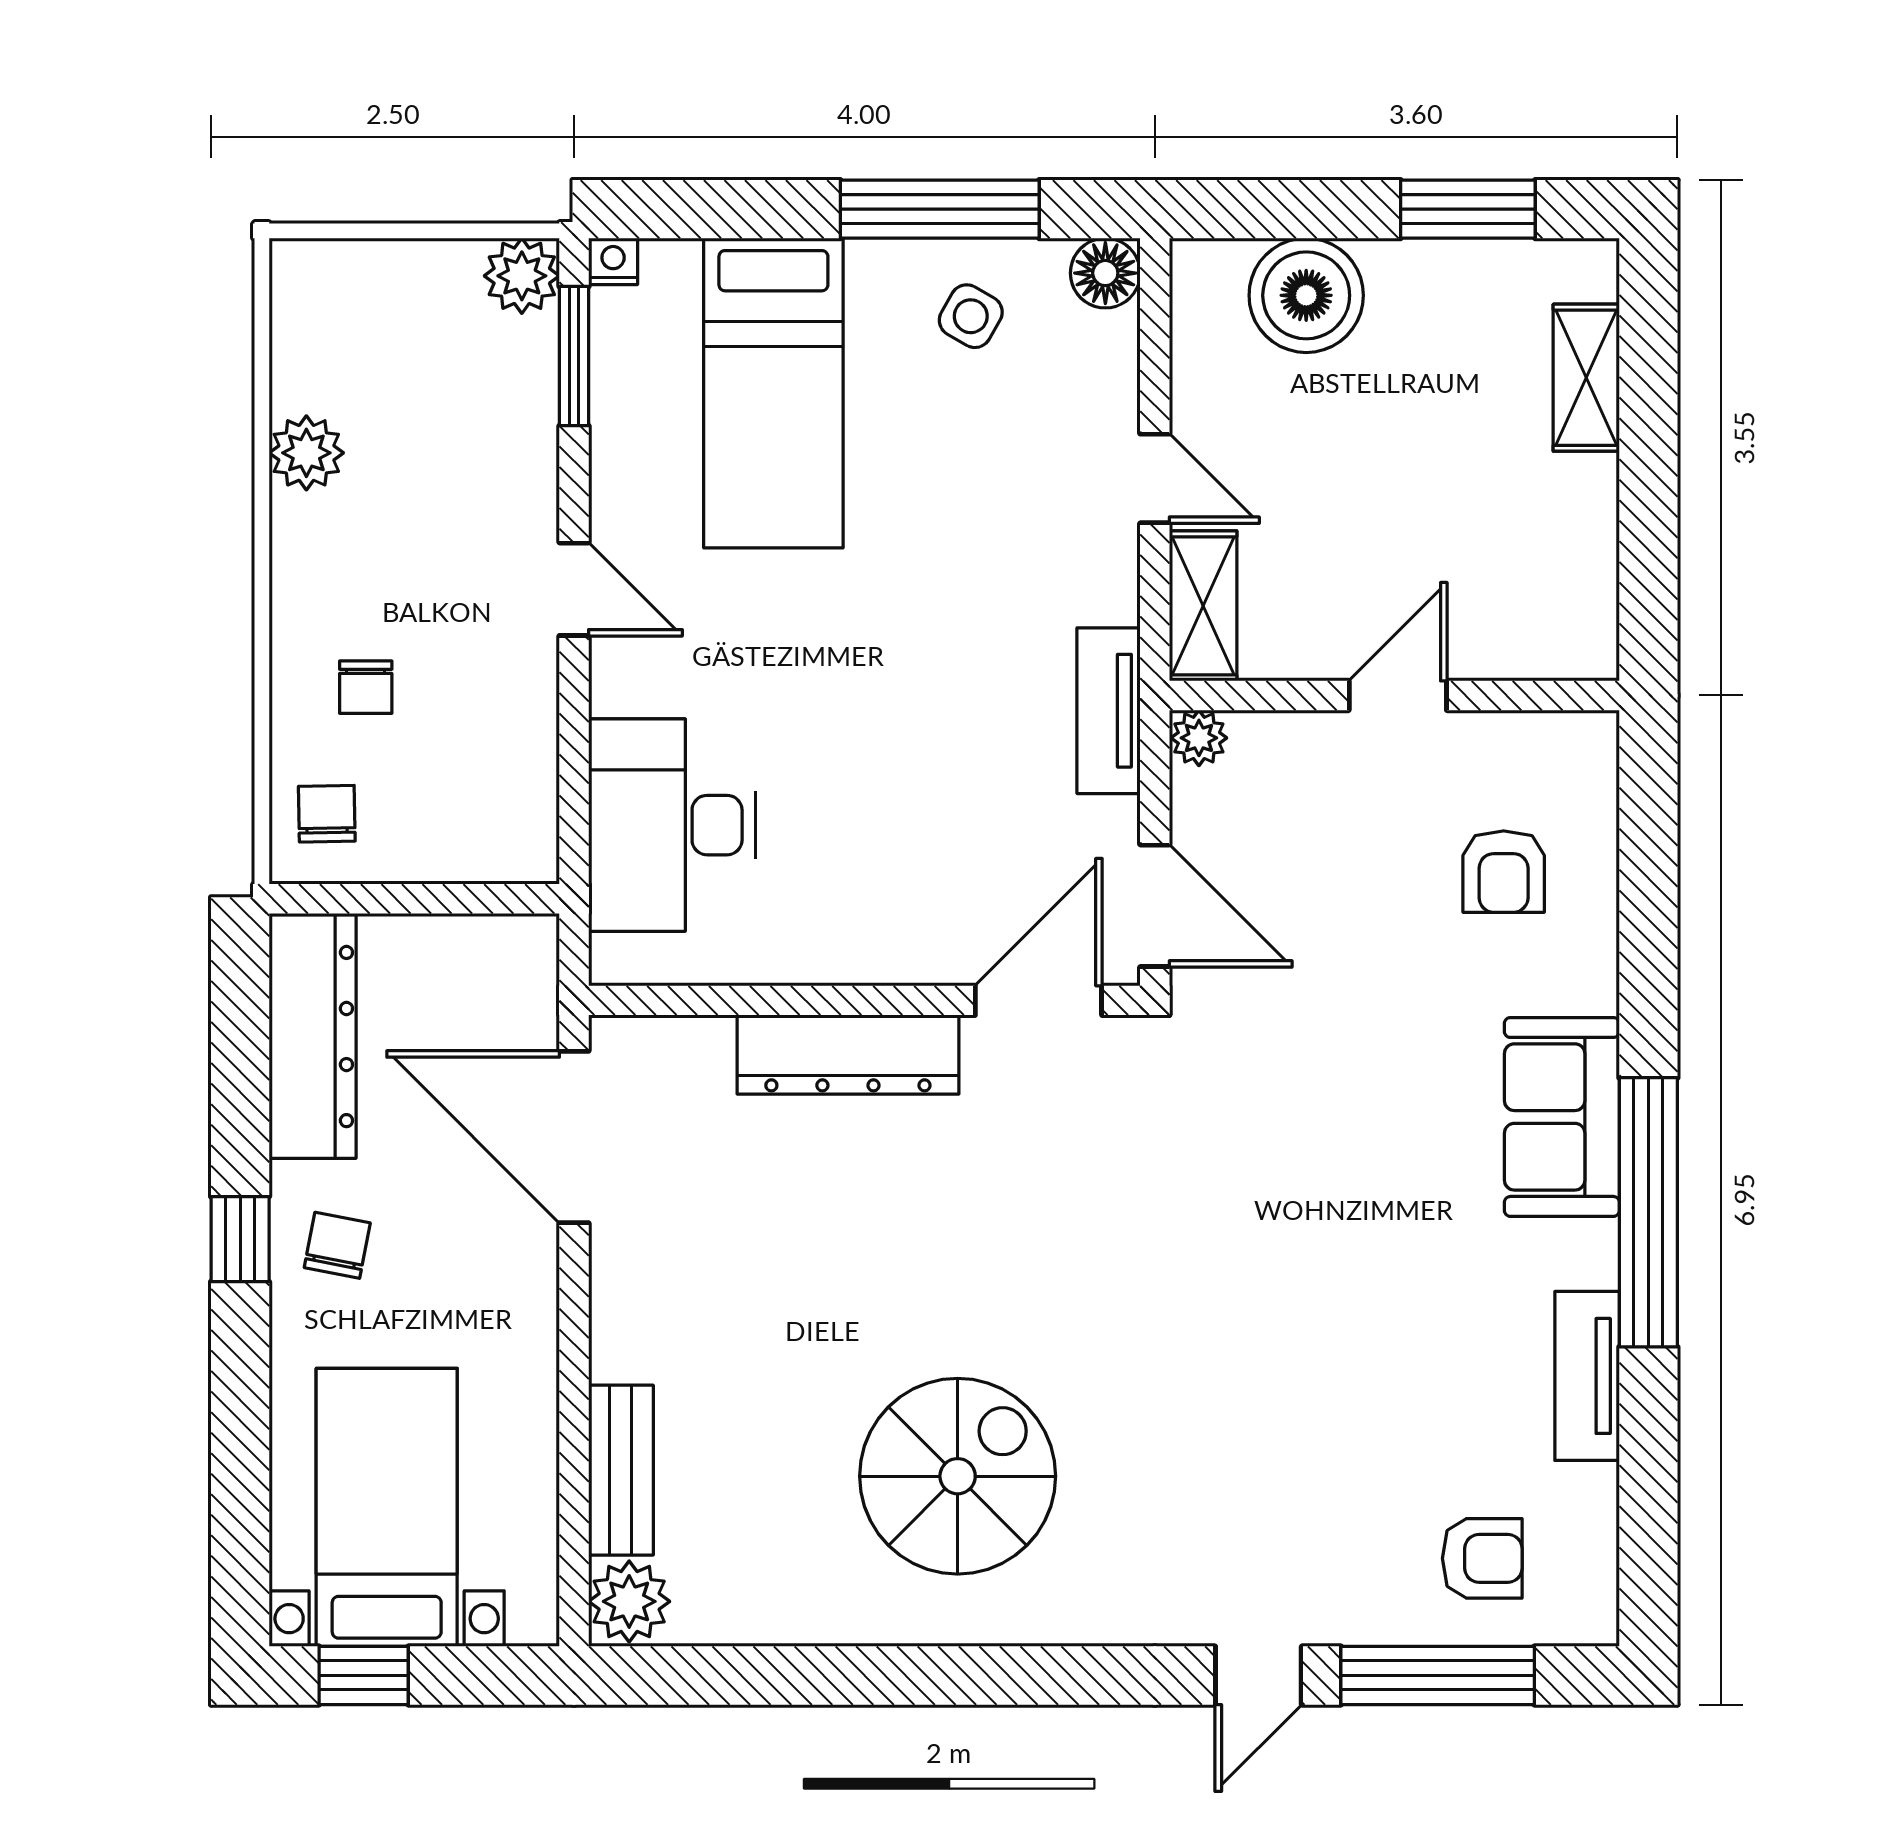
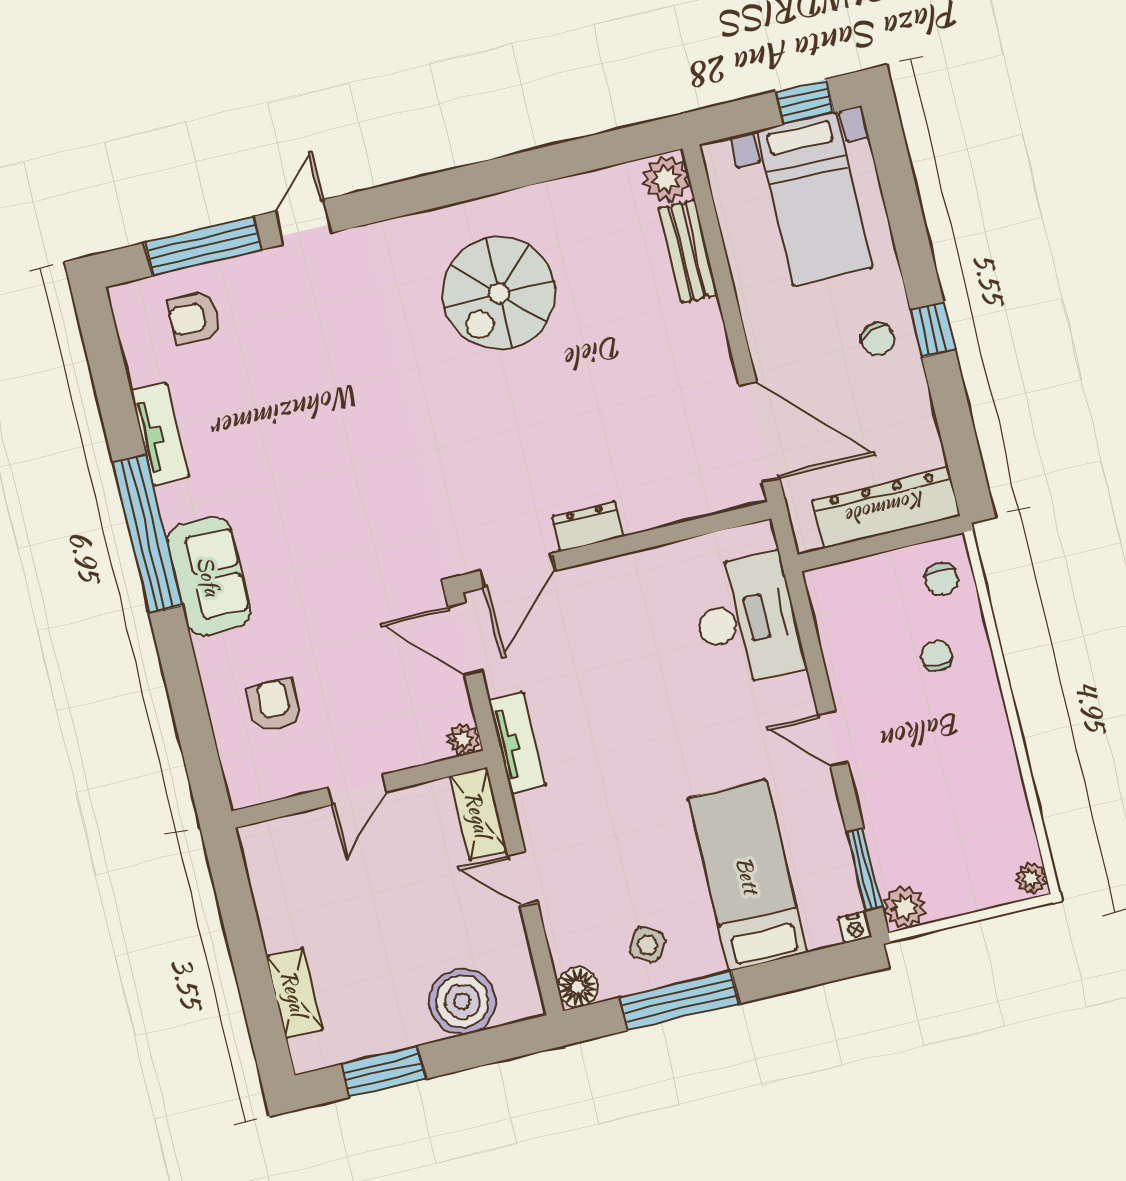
plant: (306, 453) -> (1031, 878), moved, width x0.73, depth x0.73
dresser: (313, 1037) -> (886, 508), moved, turned 90
dresser: (848, 1054) -> (588, 526), width x0.51, depth x0.80
chair: (337, 1245) -> (877, 339), turned -34

